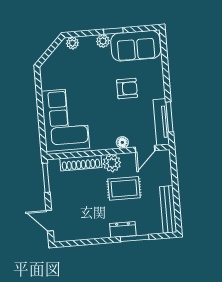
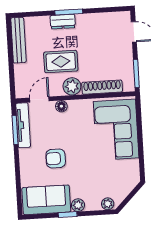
window: (135, 238) -> (69, 12), moved

